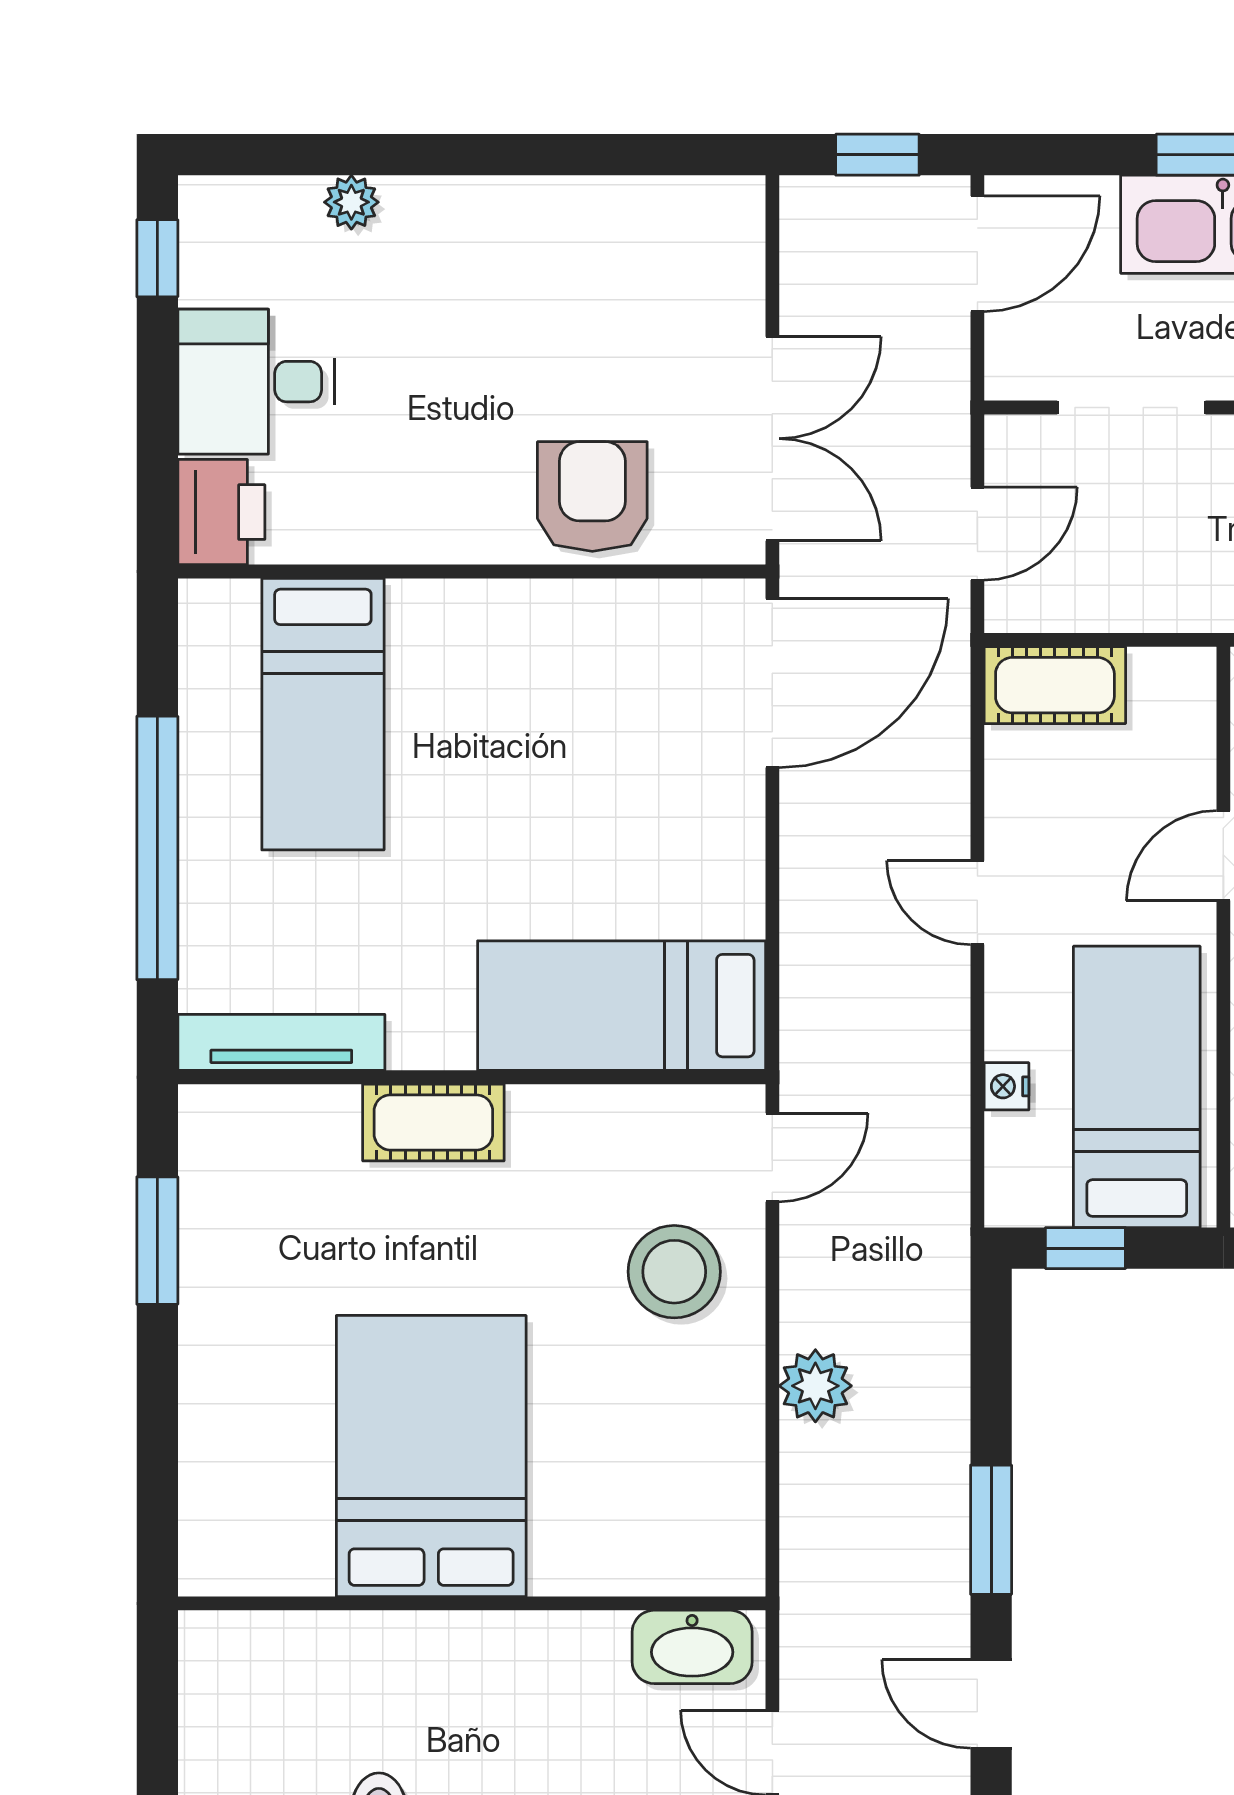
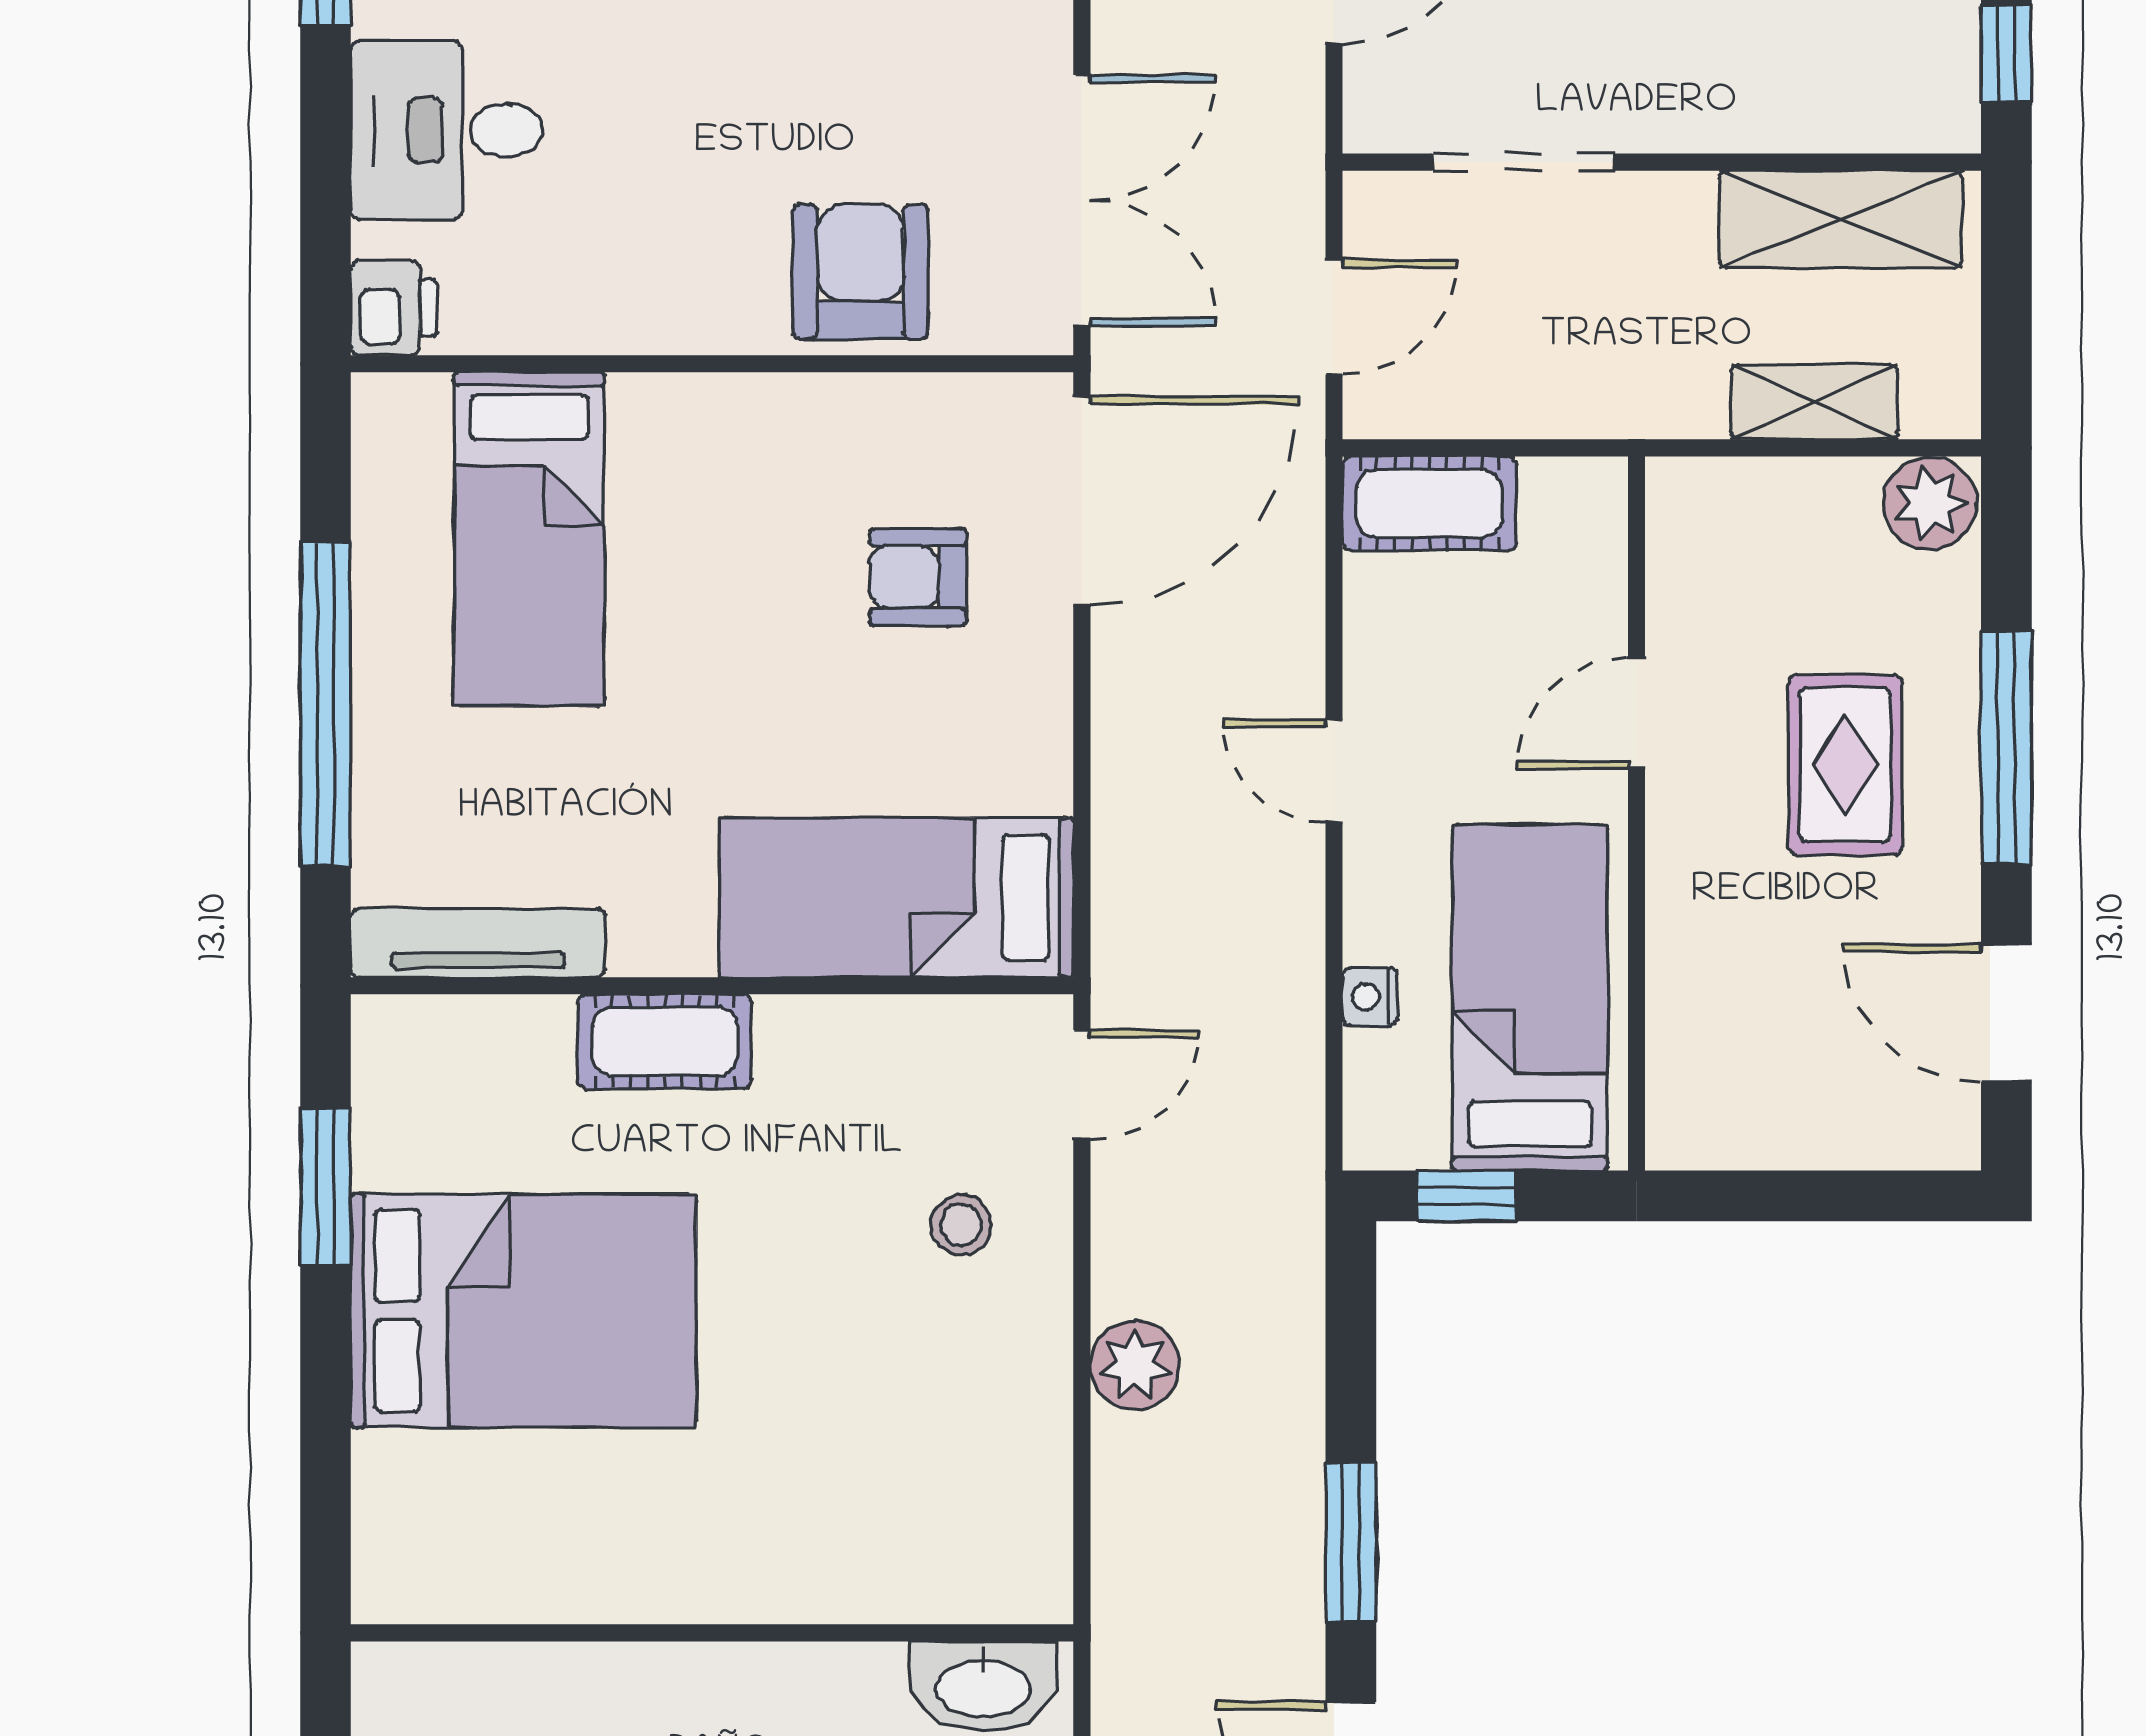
printer: (221, 512) -> (394, 308), width x0.73, depth x0.81
armchair: (639, 745) -> (918, 577), added
stool: (674, 1272) -> (961, 1225), width x0.53, depth x0.53
bed: (431, 1456) -> (524, 1311), moved, turned 90

